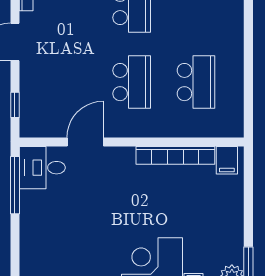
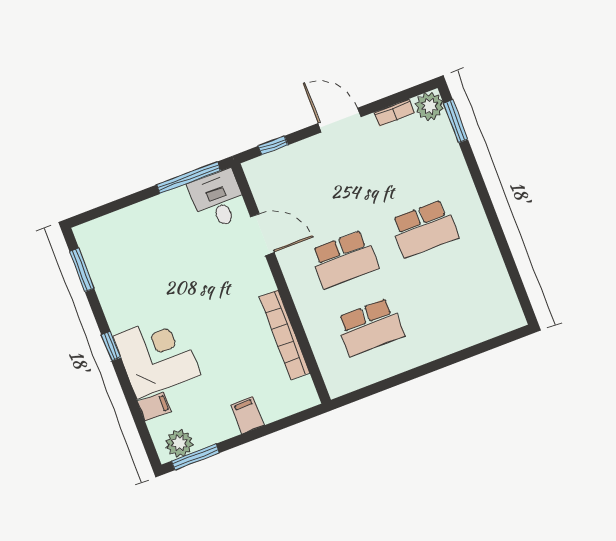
filing cabinet: (227, 160) -> (247, 415), moved, turned 90

